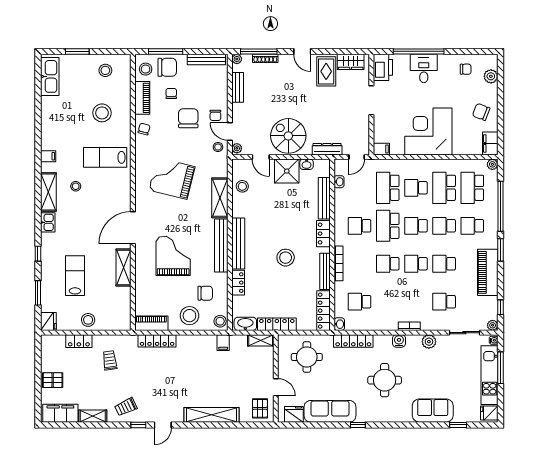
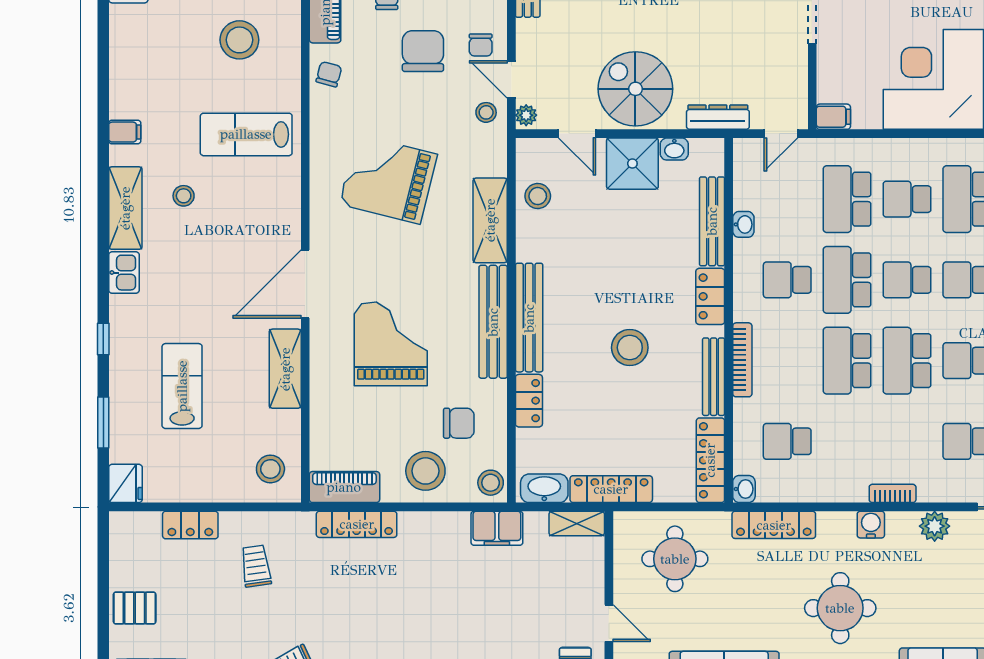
washbasin: (339, 182) -> (743, 224), moved
school desk: (388, 264) -> (847, 361), width x1.85
school desk: (416, 264) -> (907, 361), width x1.85
stool: (88, 320) -> (270, 469), moved
filing cabinet: (223, 343) -> (497, 528), width x2.00

